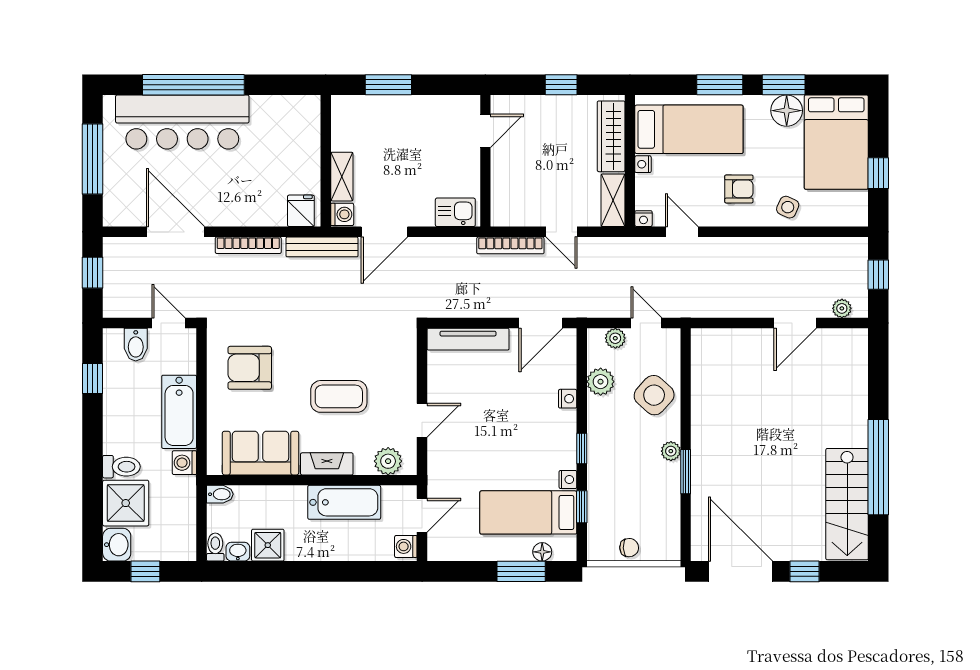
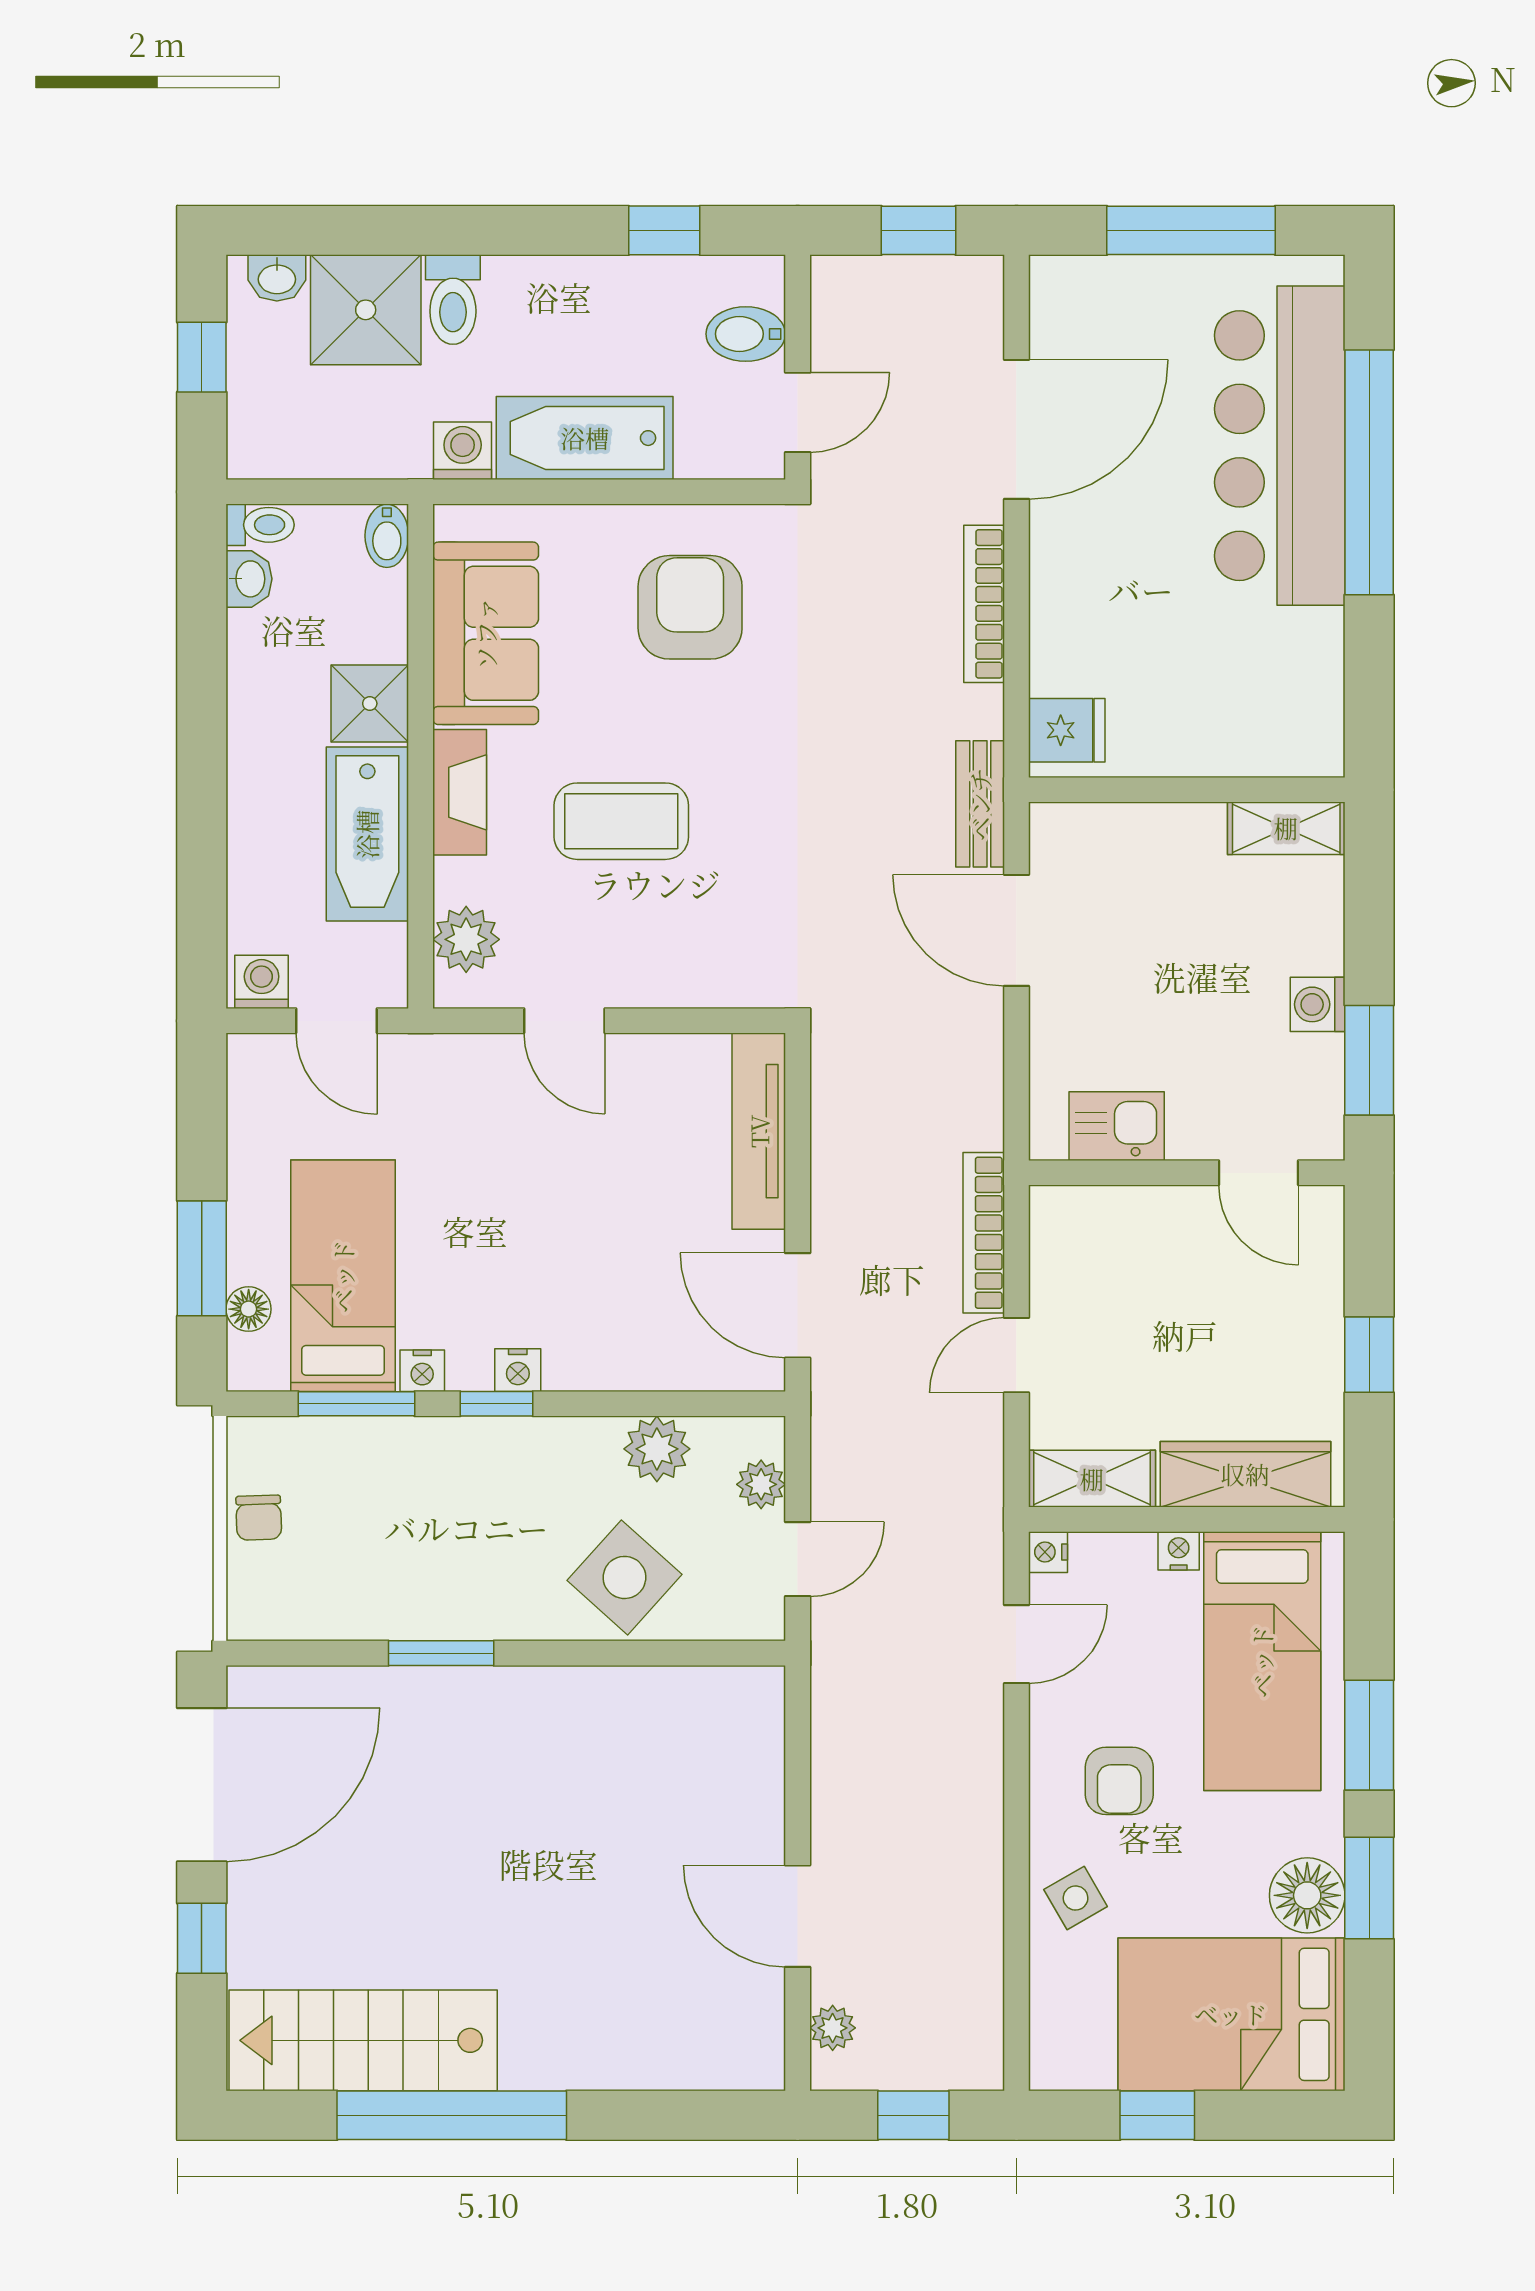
window: (388, 85) -> (1369, 1060), moved
shelving: (342, 177) -> (1286, 828), moved
side table: (788, 207) -> (1076, 1898), turned 36
kitchen sink: (455, 212) -> (1117, 1126), moved, turned -90
washing machine: (342, 214) -> (1318, 1004), moved, turned 90
bench: (322, 247) -> (980, 804), width x0.73
coffee table: (339, 396) -> (621, 821), turned 90
nightstand: (568, 399) -> (518, 1370), moved
plant: (671, 451) -> (490, 1618), removed
window: (582, 507) -> (357, 1404), width x1.50
washbasin: (117, 545) -> (277, 278), width x0.72, depth x0.69
shower: (268, 545) -> (370, 703), moved

